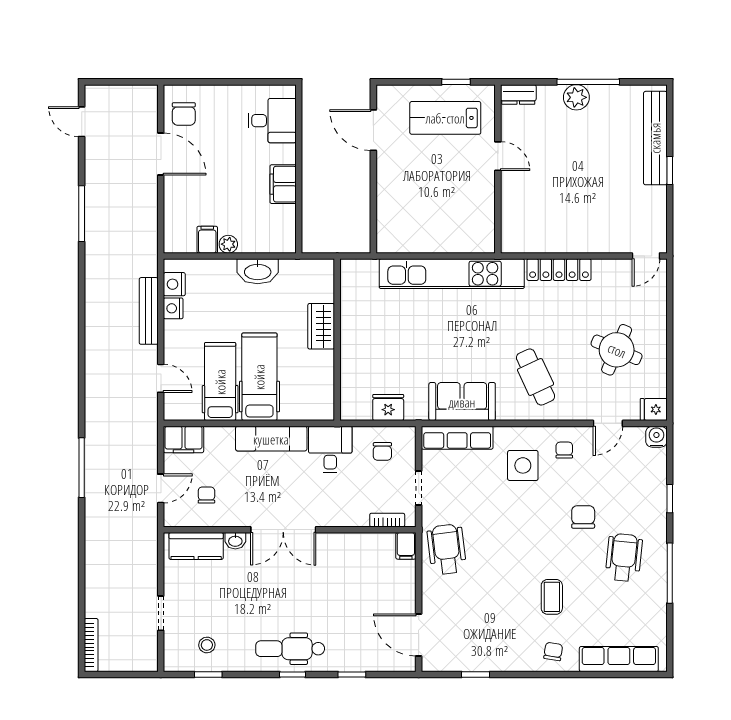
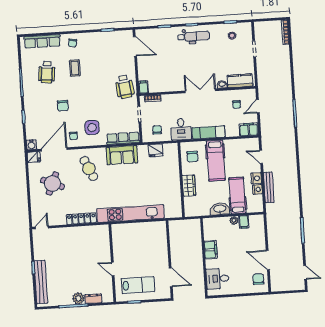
dresser: (518, 95) -> (93, 299), moved
nightstand: (174, 284) -> (256, 178), moved
hospital bed: (220, 382) -> (237, 196), moved, turned 180
chair: (310, 388) -> (192, 157), added
door: (608, 423) -> (54, 149), width x1.88
wheelchair: (624, 557) -> (47, 72), moved

